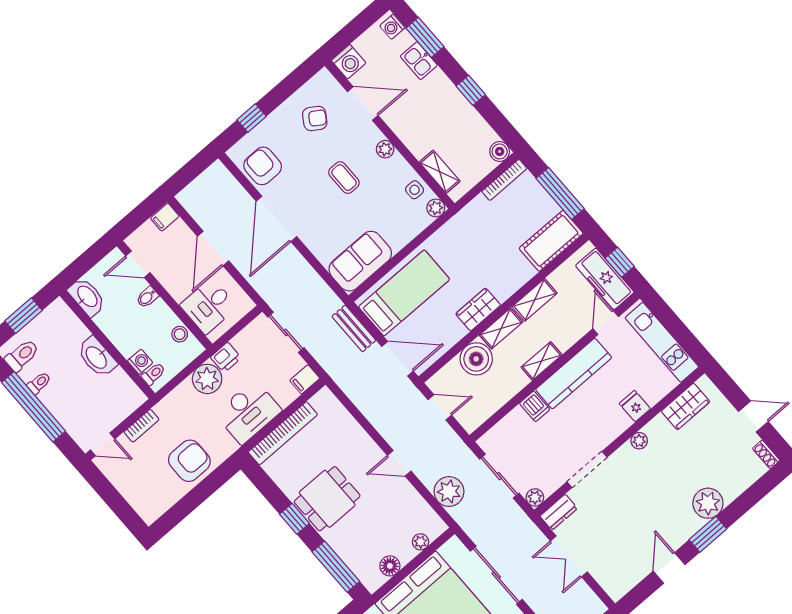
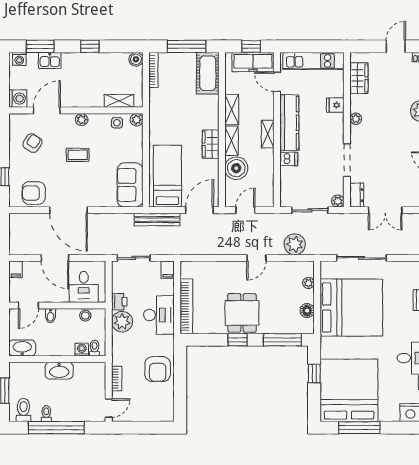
bench: (354, 328) -> (157, 220), width x1.36
armchair: (189, 461) -> (158, 369), turned 180

